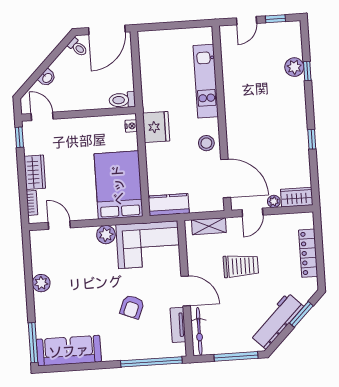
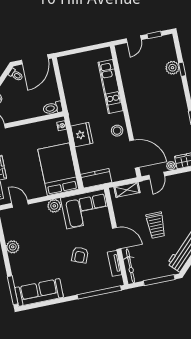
fridge: (156, 127) -> (82, 135), moved
trolley: (241, 266) -> (156, 225), moved, turned 90

